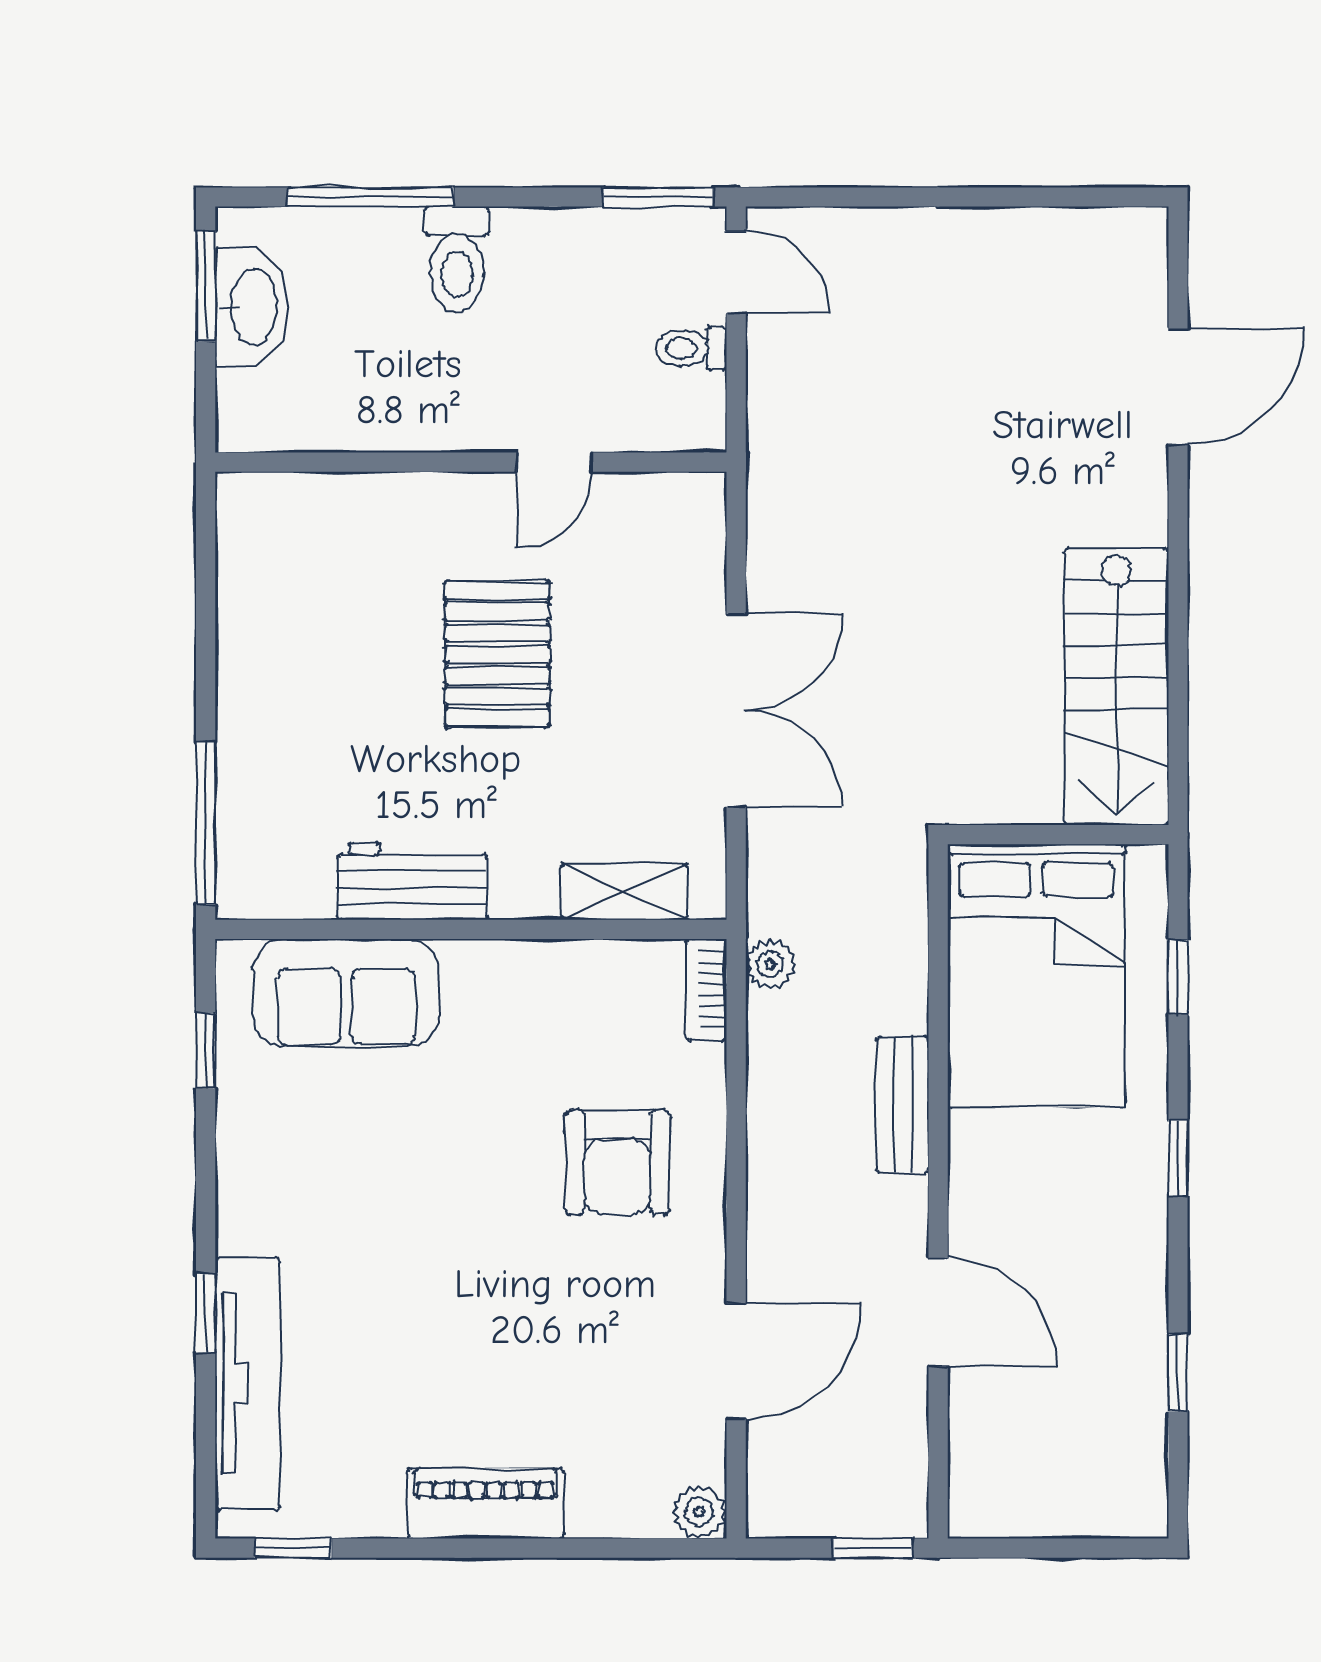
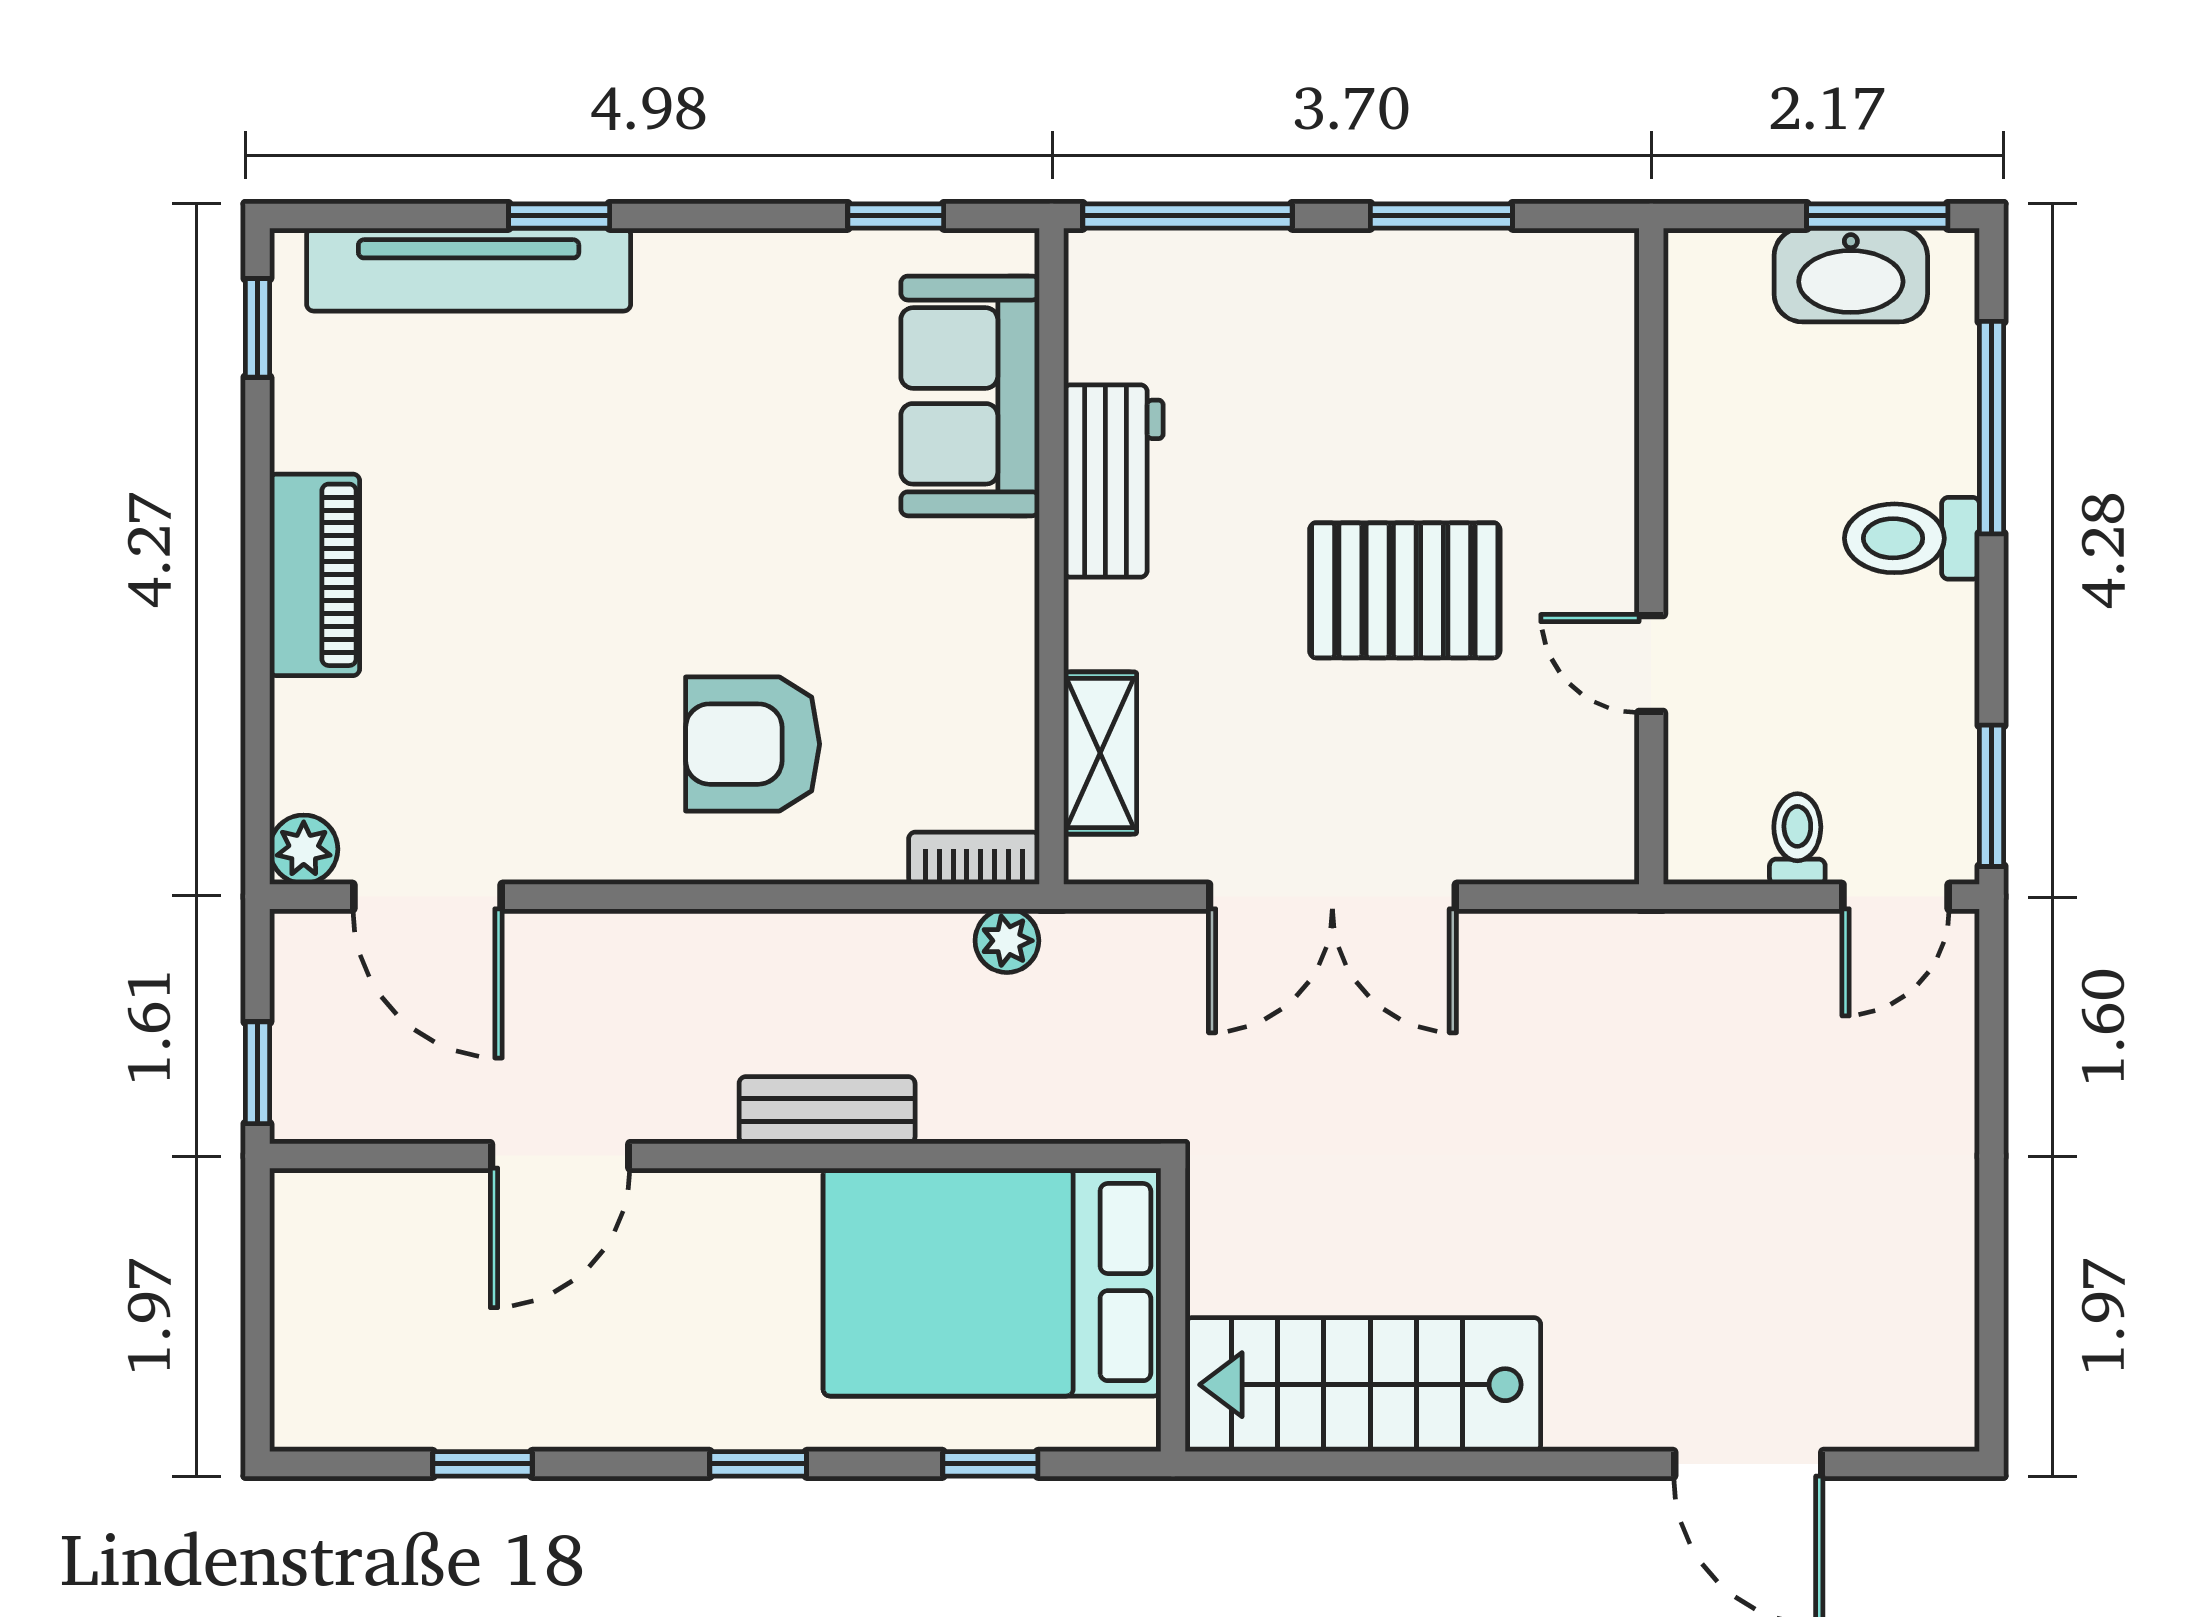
window: (206, 626) -> (1441, 216), added
door: (736, 1361) -> (427, 897), moved

